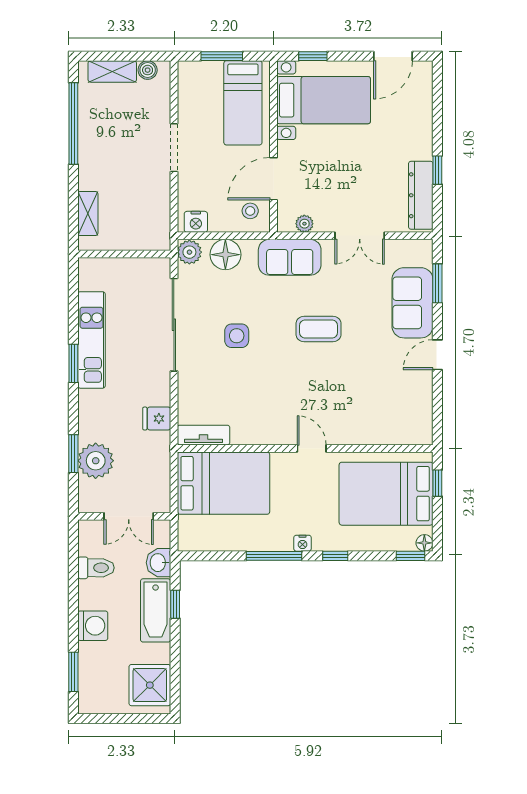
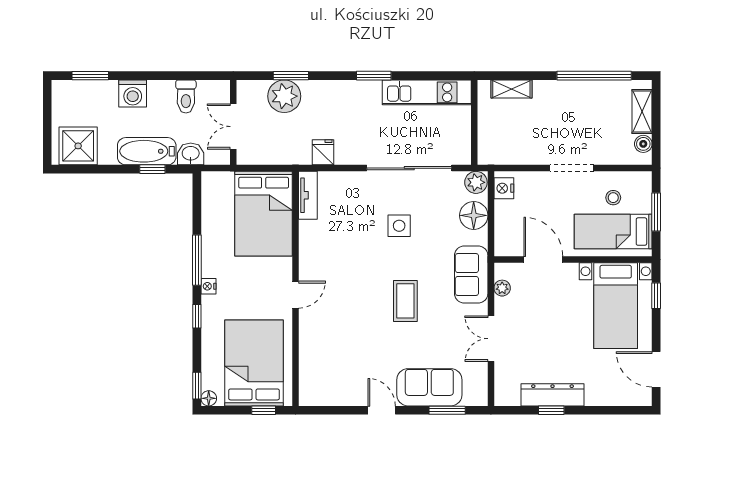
dresser: (421, 195) -> (553, 395), moved
stool: (250, 211) -> (613, 198), moved
kitchen unit: (91, 340) -> (427, 92), moved

